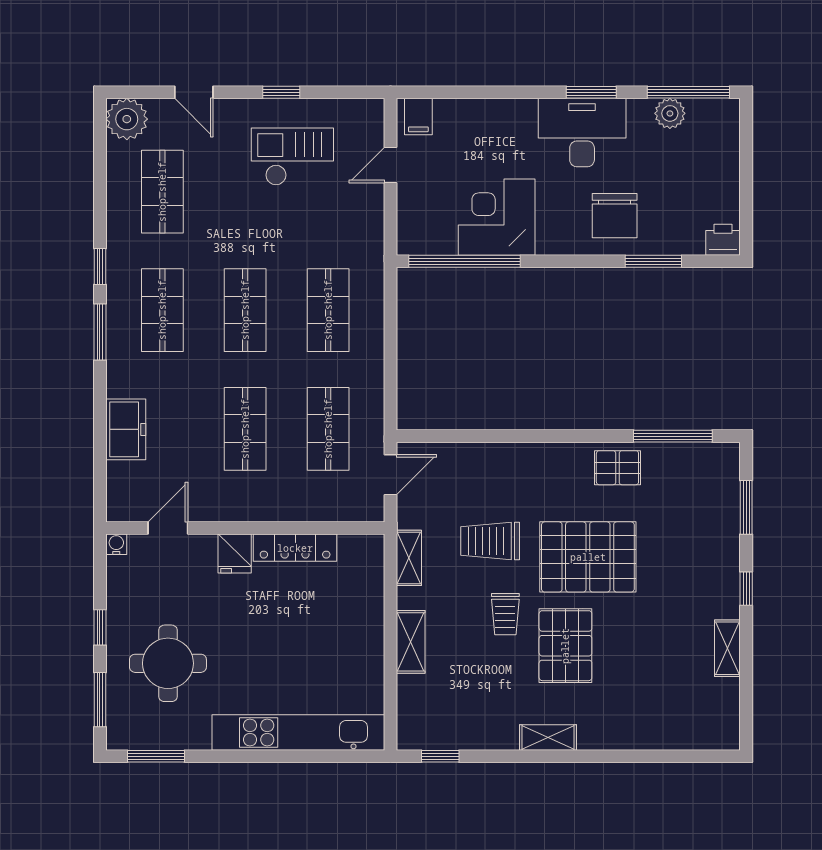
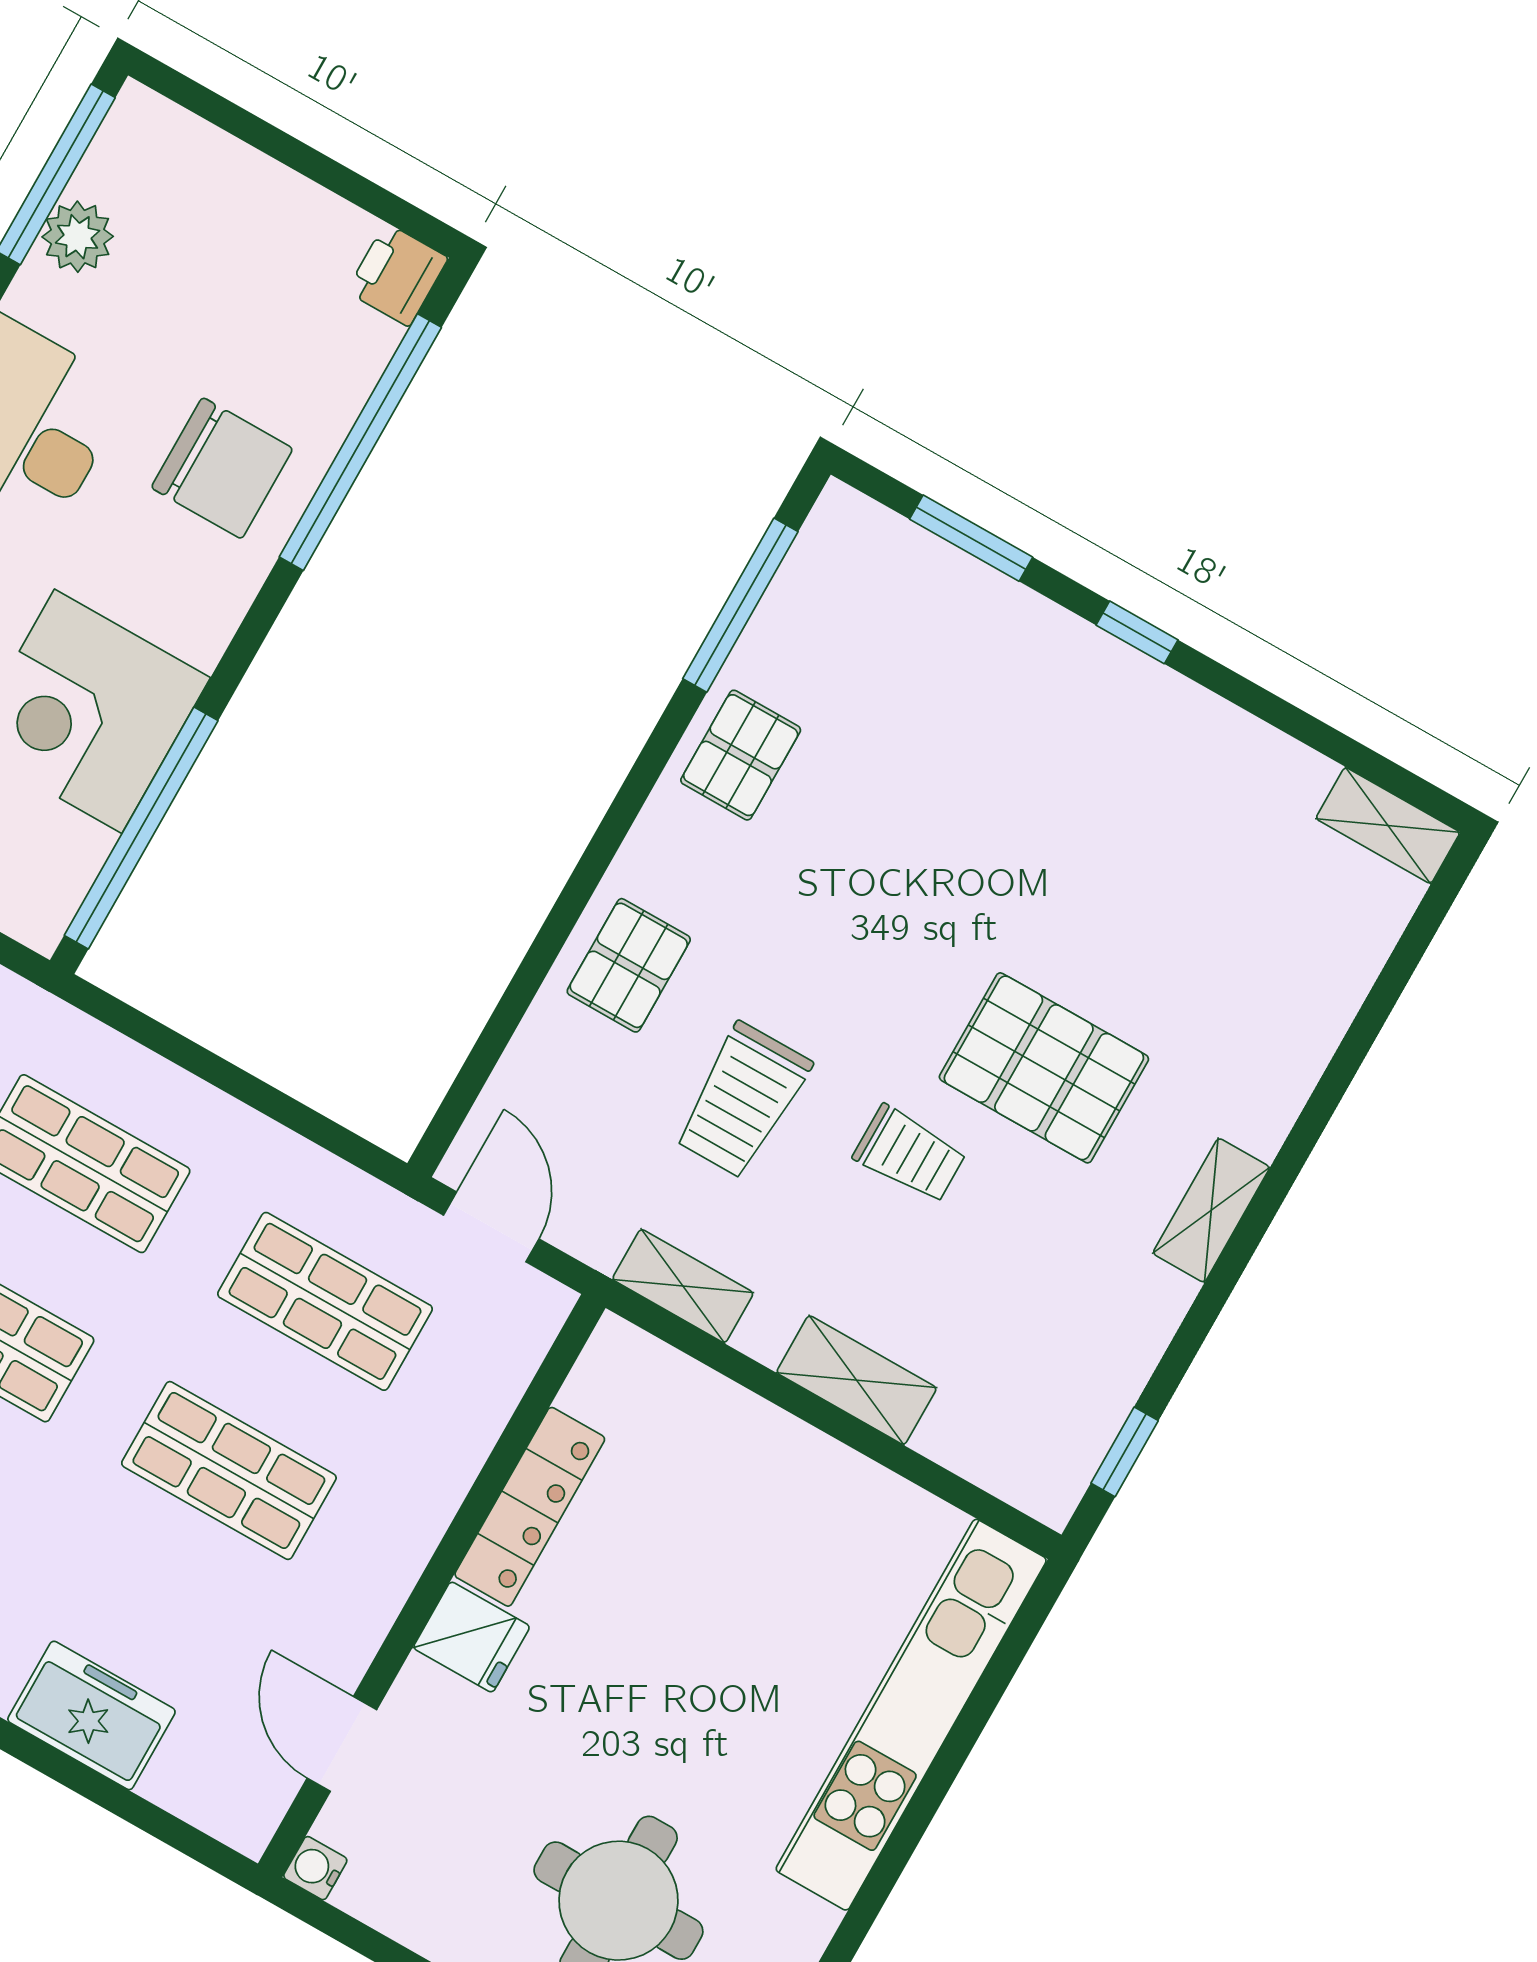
window: (653, 261) -> (360, 442), width x2.11
pallet: (588, 557) -> (629, 965), moved, width x0.49, depth x0.50
shelving: (727, 648) -> (1388, 825), moved

